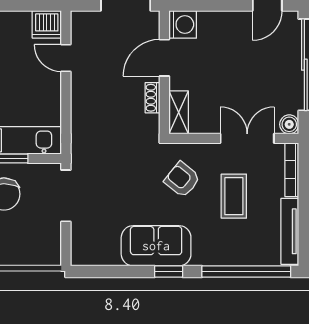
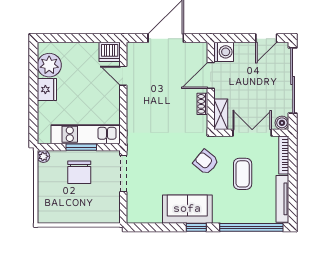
washing machine: (183, 24) -> (224, 52), moved
door: (164, 58) -> (211, 75), moved
wall: (164, 72) -> (211, 86), moved
shoe rack: (153, 98) -> (202, 104), moved
shelving: (179, 112) -> (221, 114), moved

